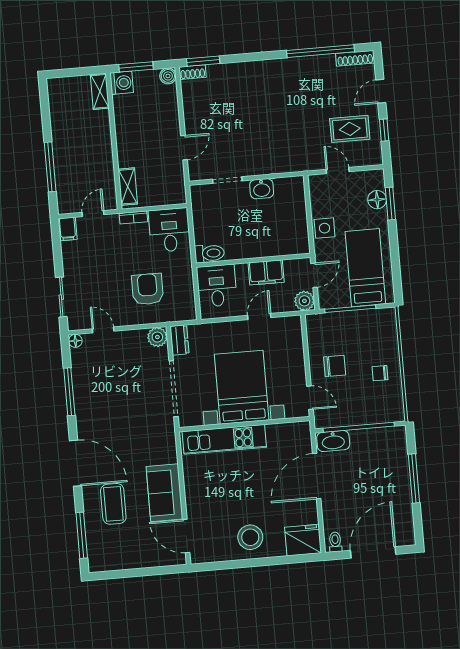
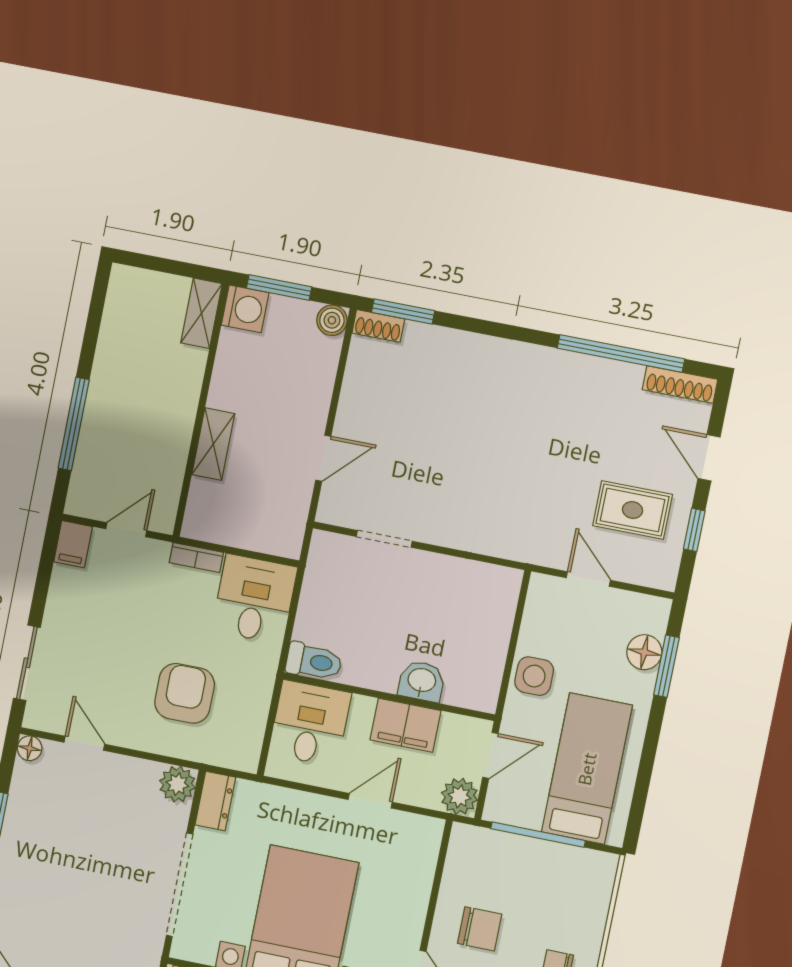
door: (381, 91) -> (709, 458), hinge flipped
shelving: (128, 187) -> (213, 444), moved
washbasin: (262, 189) -> (422, 681), moved, turned 180

